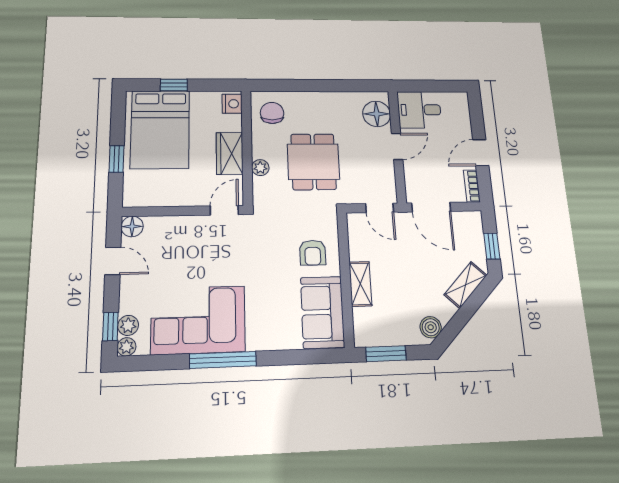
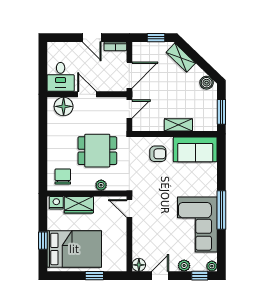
chair: (272, 113) -> (63, 177), turned 90
wardrobe: (230, 153) -> (79, 205), moved
plant: (128, 325) -> (184, 266), moved

